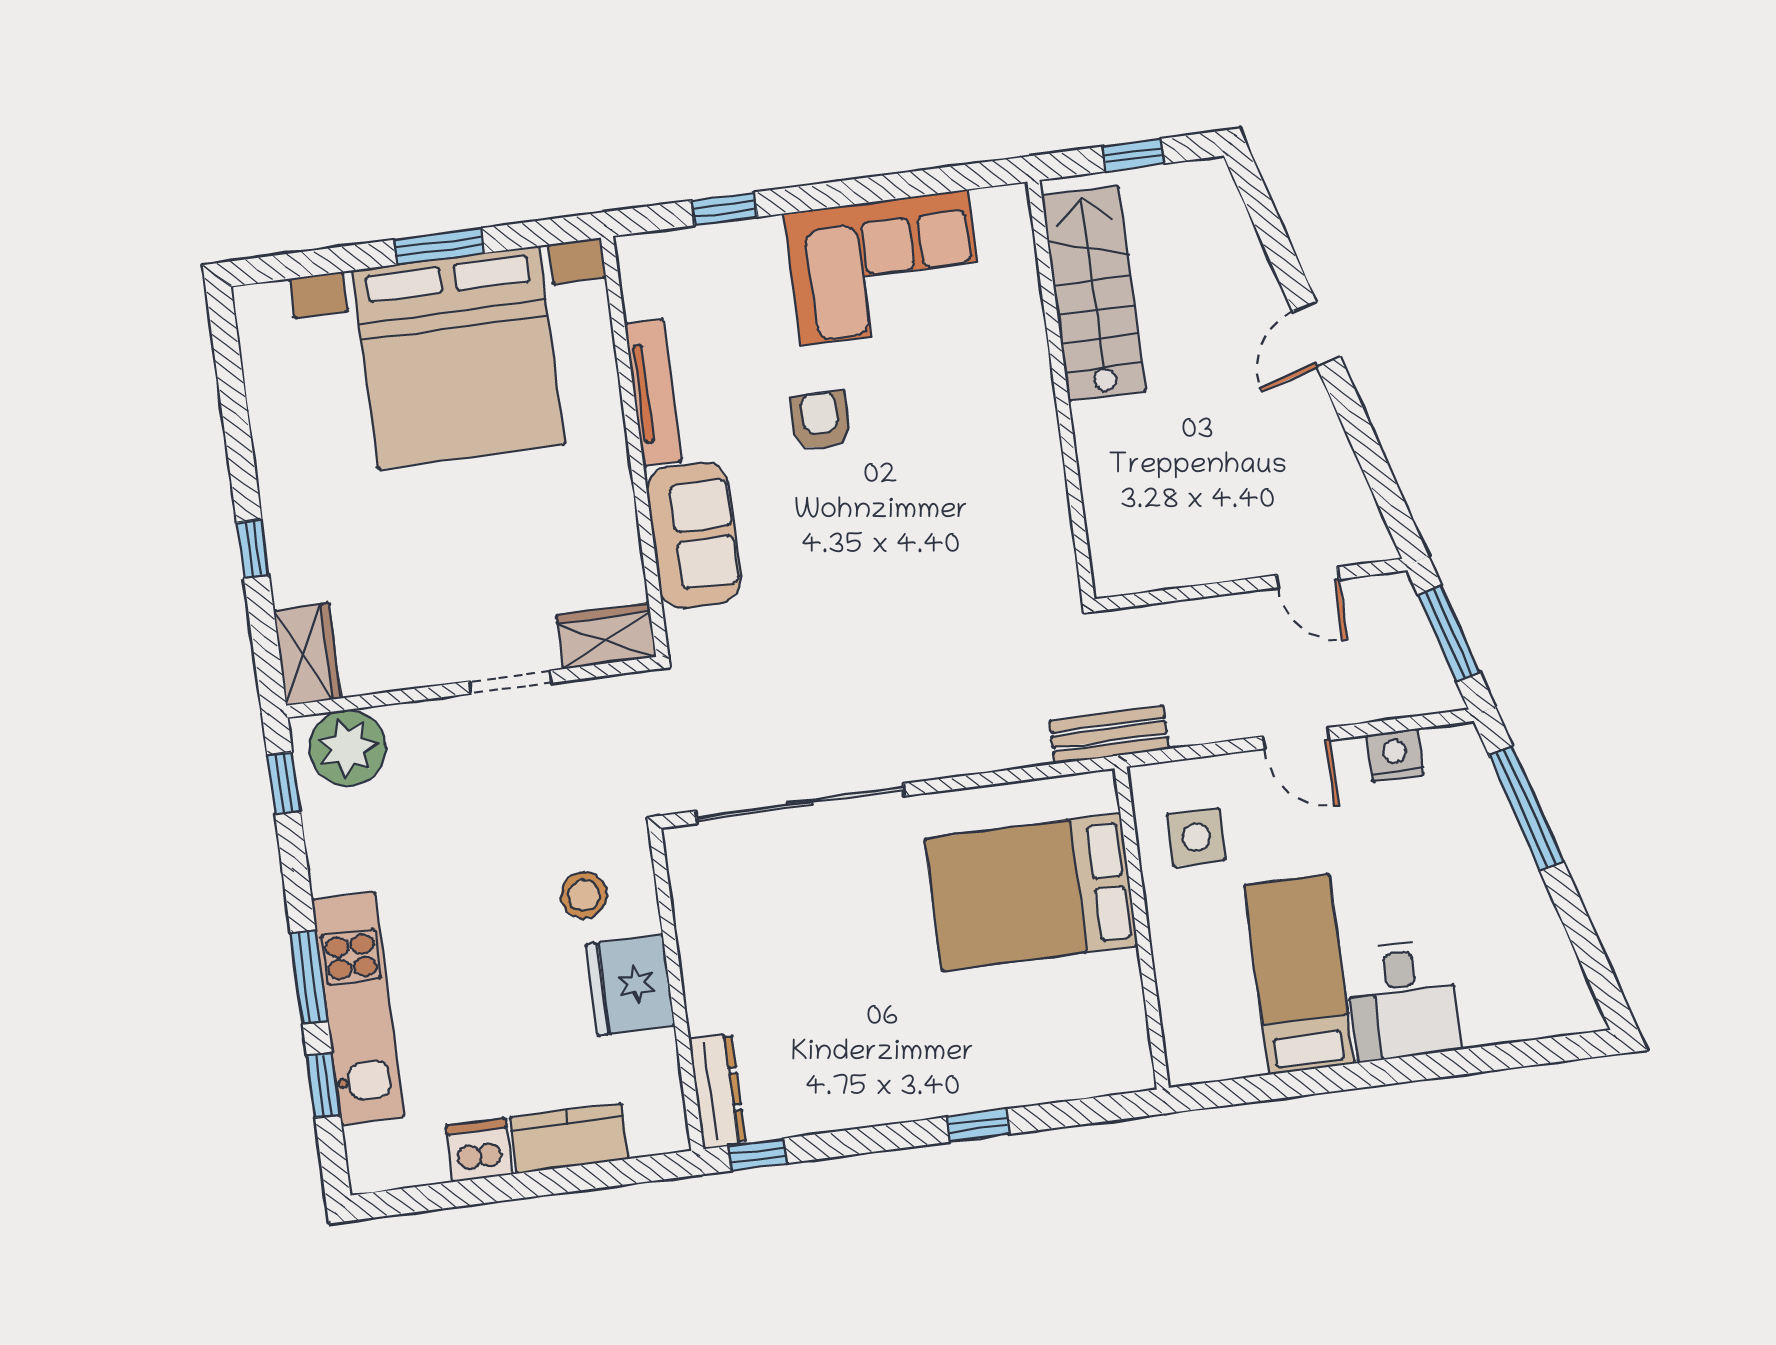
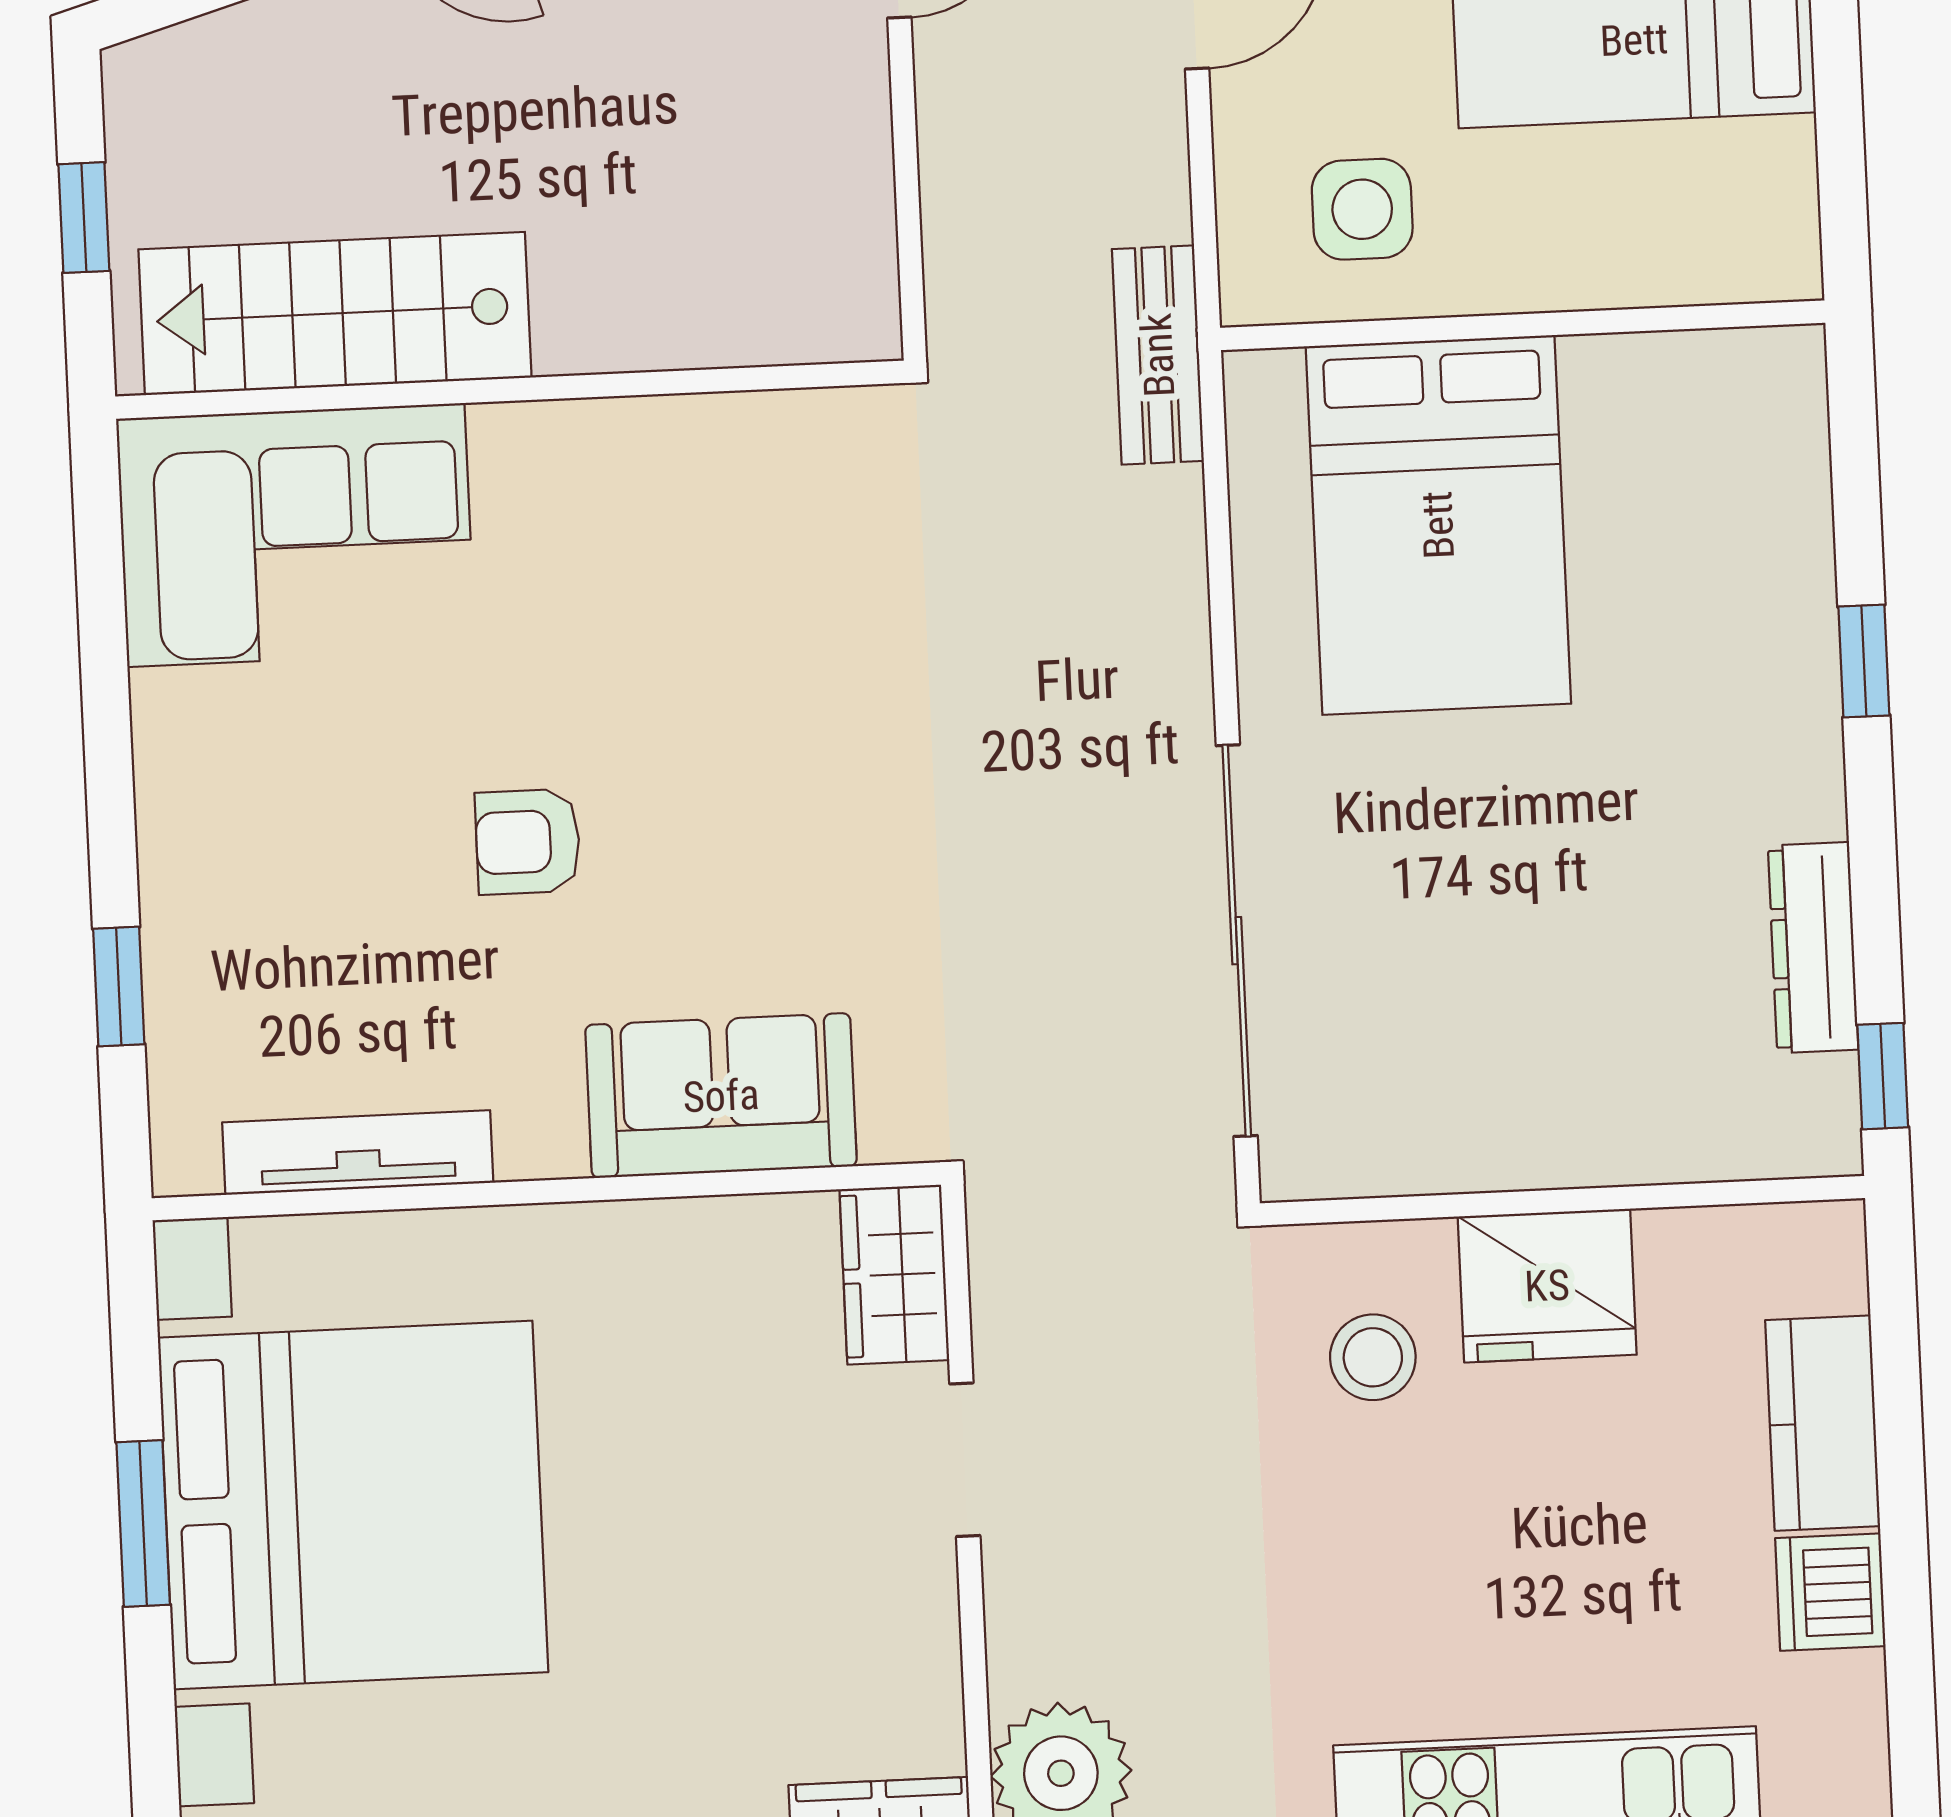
corner sofa: (884, 267) -> (296, 535), moved, turned 90
tv unit: (653, 392) -> (358, 1152), moved
dresser: (718, 1091) -> (1813, 948), moved, turned -90

